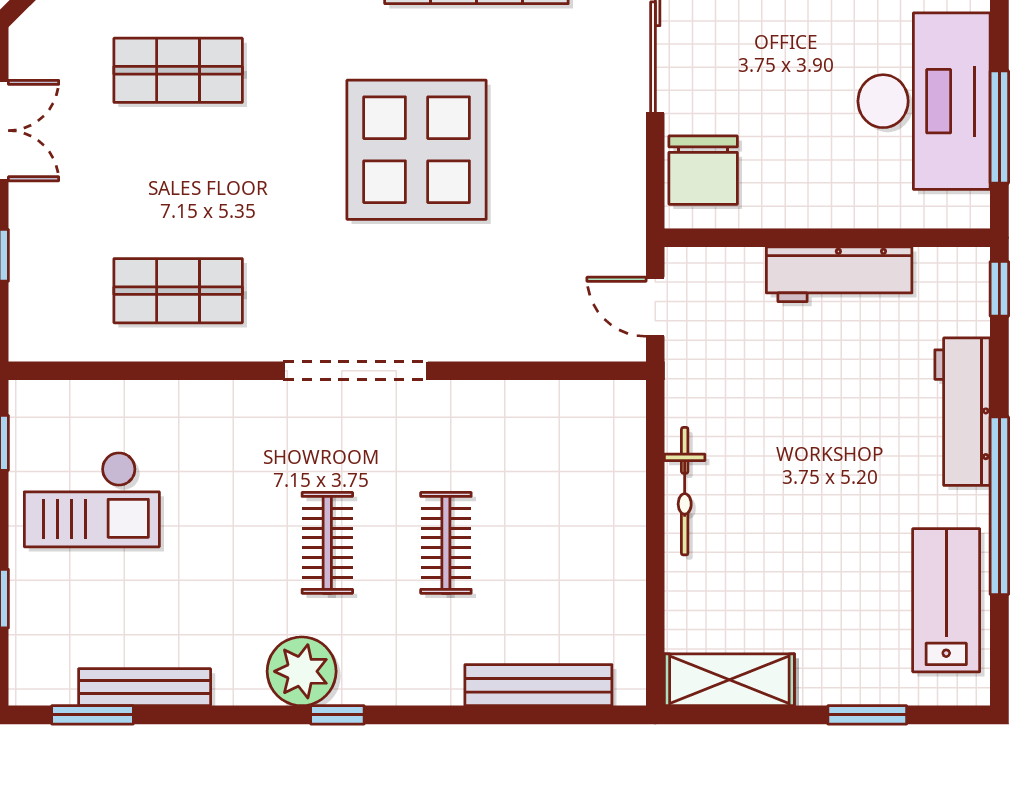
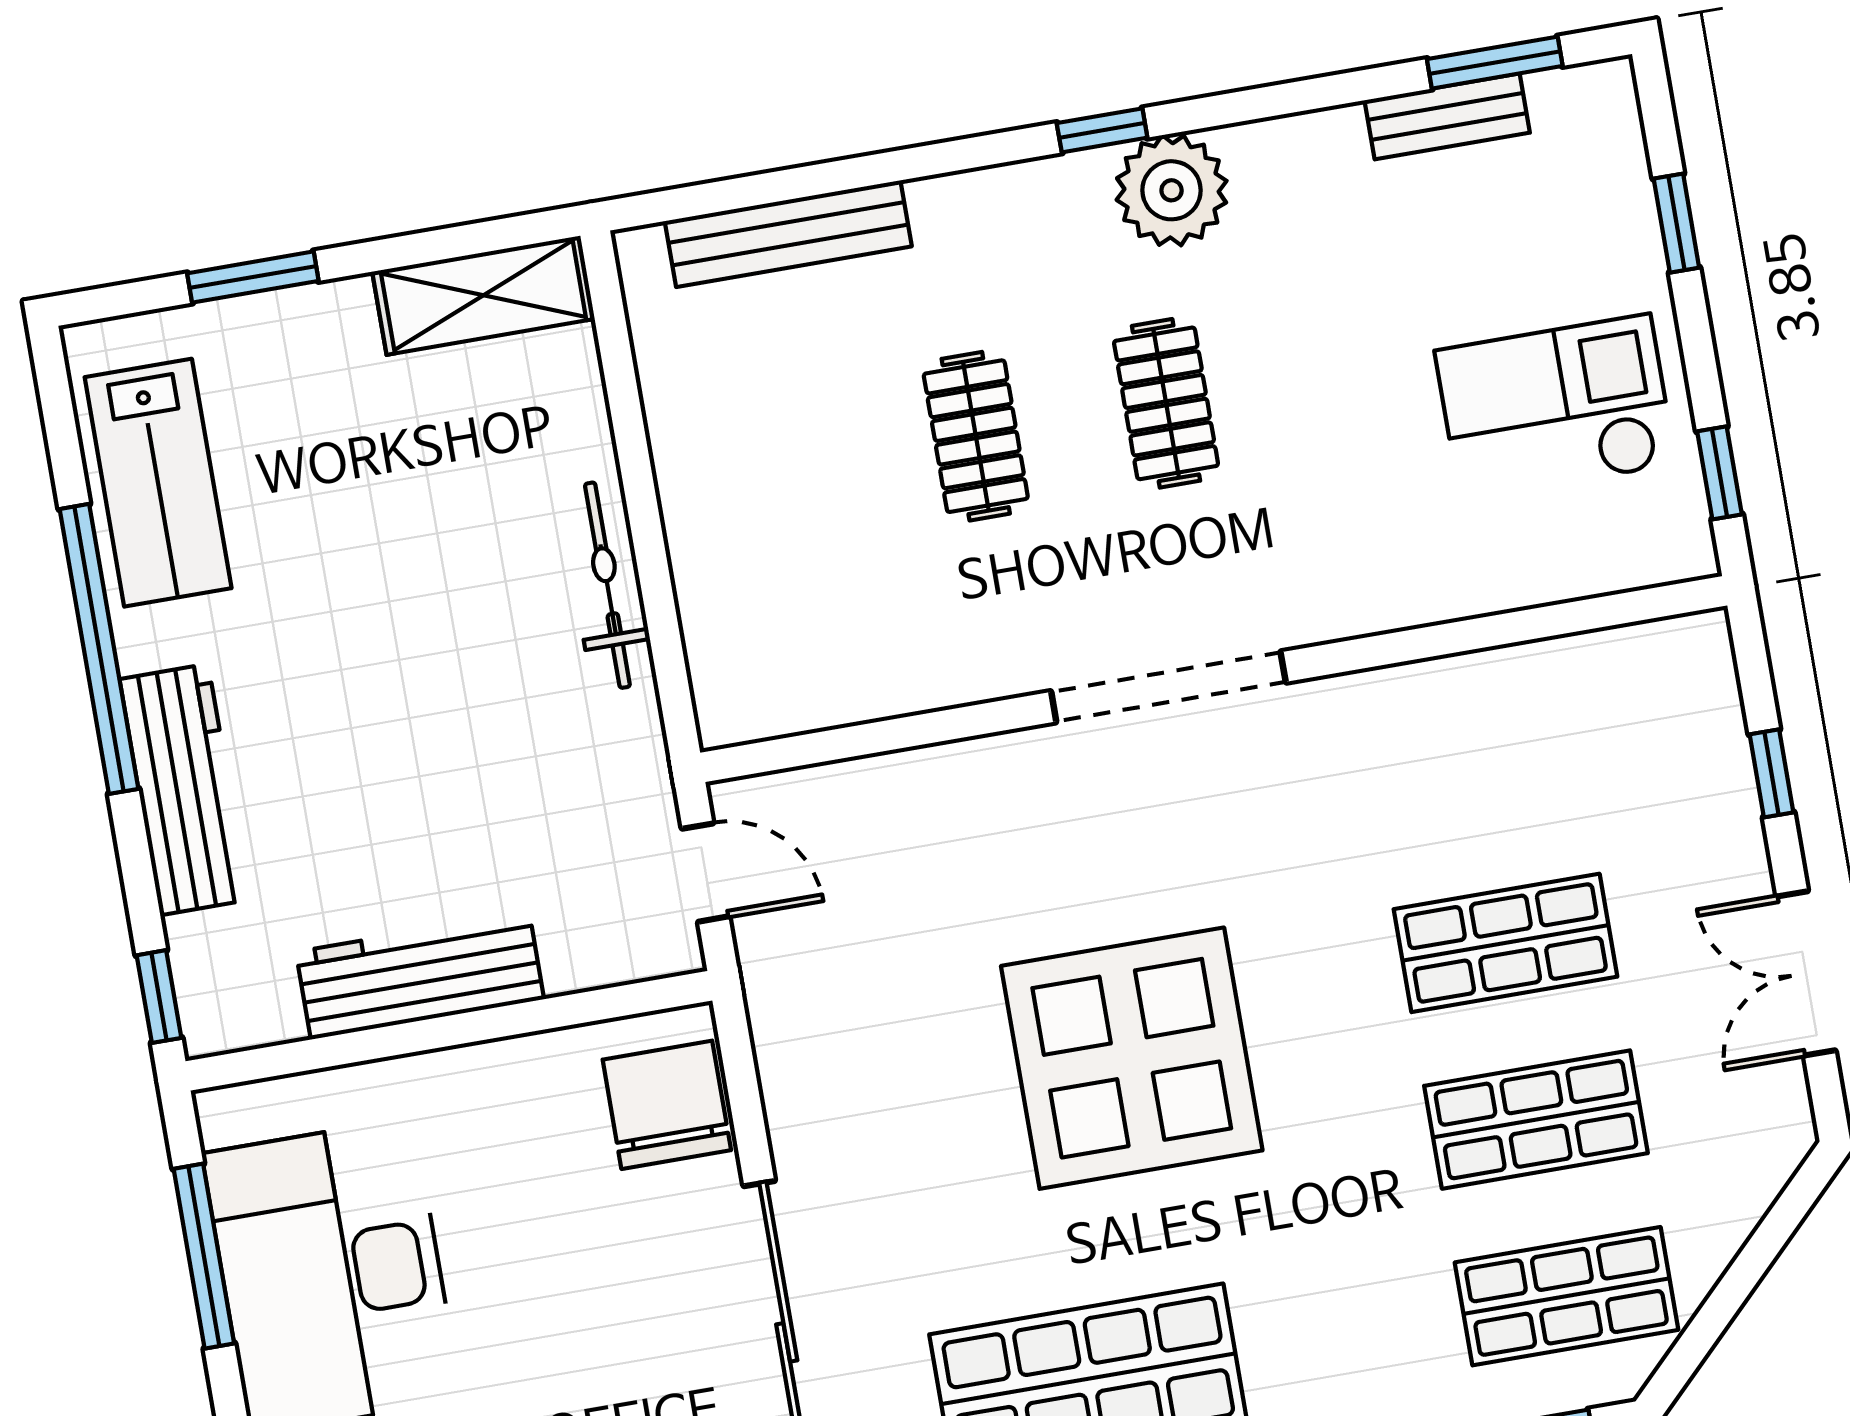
shop shelf: (178, 291) -> (1505, 943), moved
bench: (145, 687) -> (1447, 116), width x0.73

